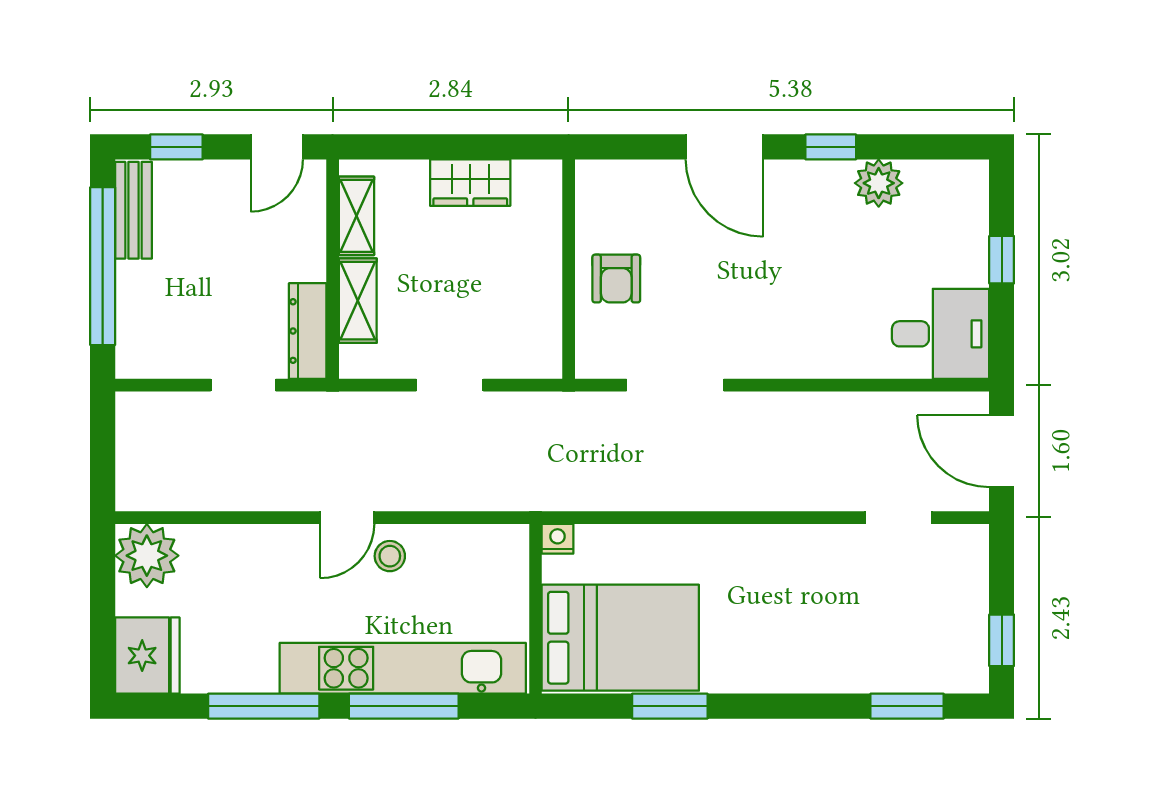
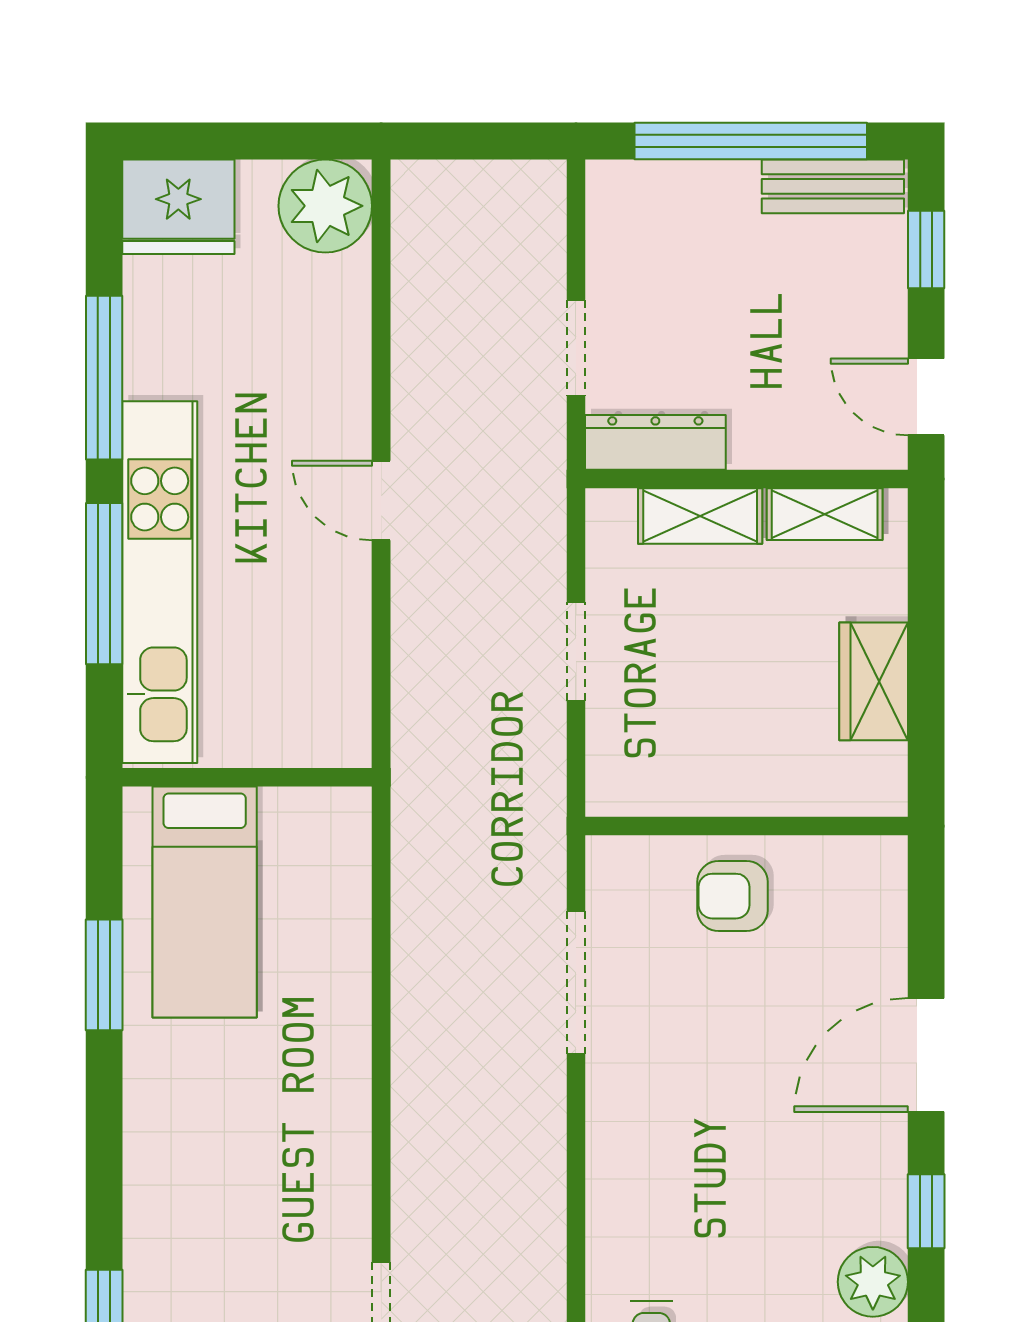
nightstand: (558, 539) -> (350, 810), removed
stool: (390, 556) -> (325, 563), removed
bed: (620, 638) -> (205, 902), width x0.67

